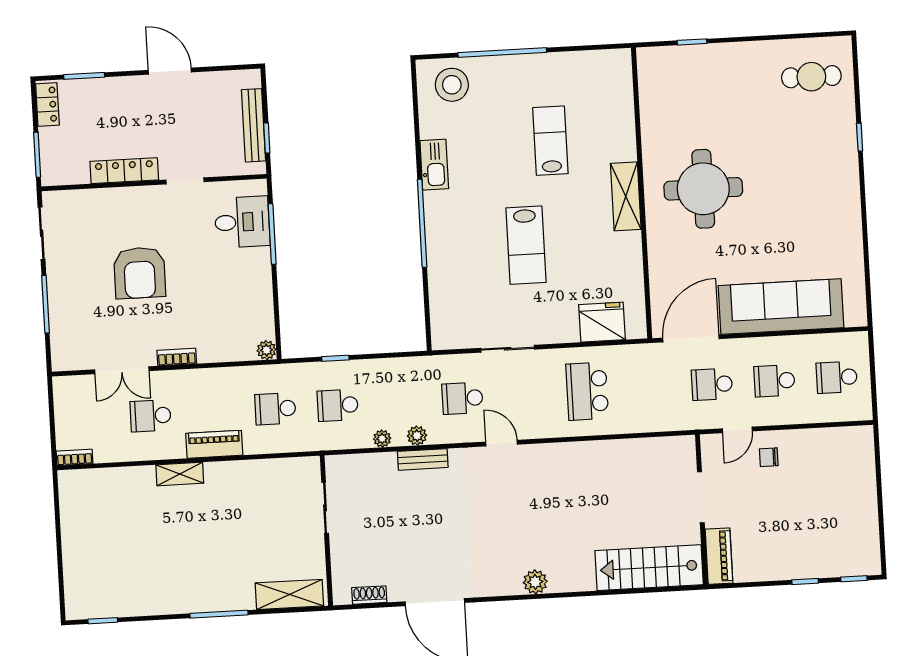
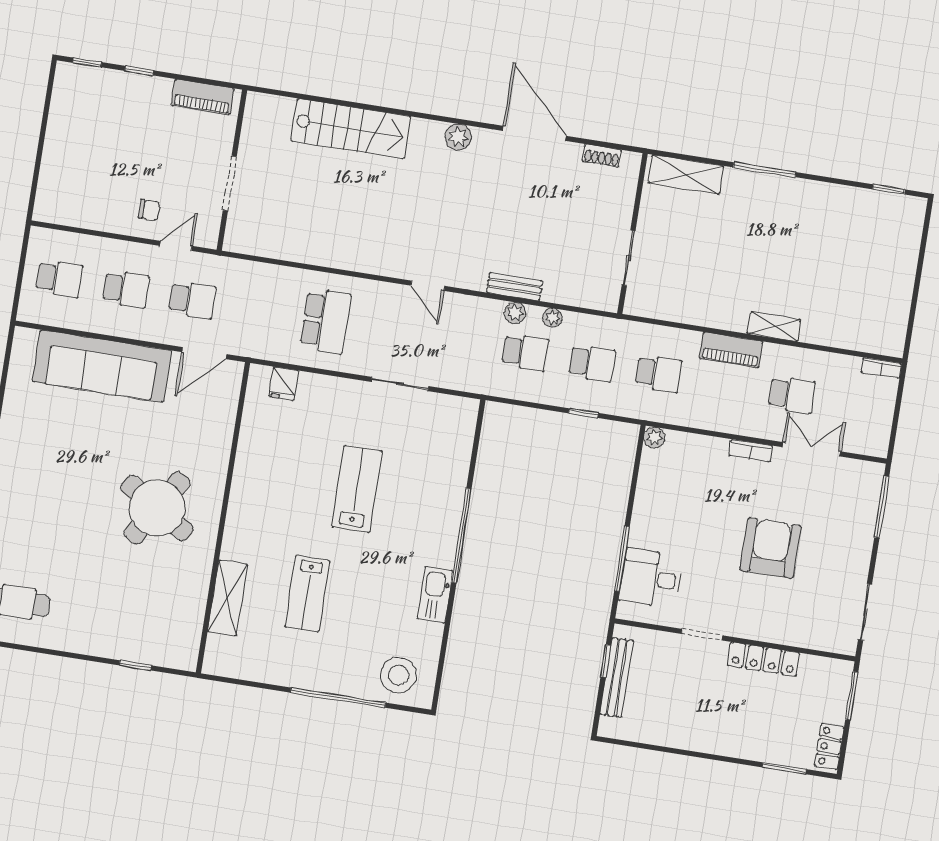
door: (170, 71) -> (693, 754), removed
round table: (703, 189) -> (157, 508), turned 32
shelving: (626, 196) -> (228, 598), moved
window: (45, 304) -> (882, 507), moved
fridge: (602, 322) -> (284, 384), width x0.53, depth x0.75
door: (691, 338) -> (204, 353), width x0.73
school desk: (462, 398) -> (525, 353), moved
piano: (719, 556) -> (203, 97), moved, turned -90
stairs: (649, 568) -> (351, 129), moved
plant: (535, 582) -> (458, 137), moved

